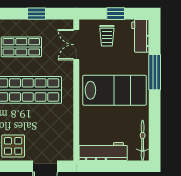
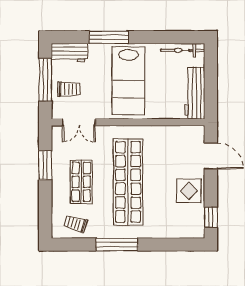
window: (37, 14) -> (45, 165), width x1.50
window: (116, 14) -> (45, 80), width x2.17
lab bench: (114, 90) -> (128, 81), turned 180

